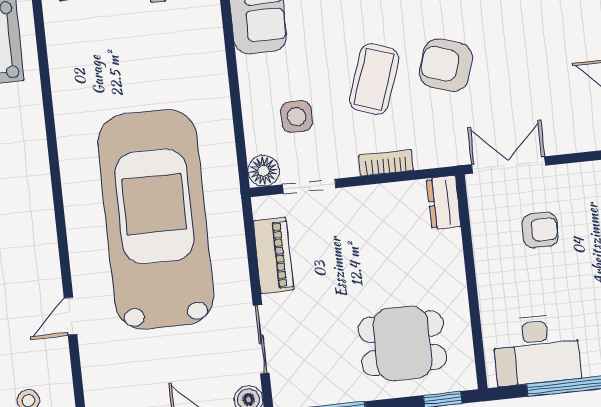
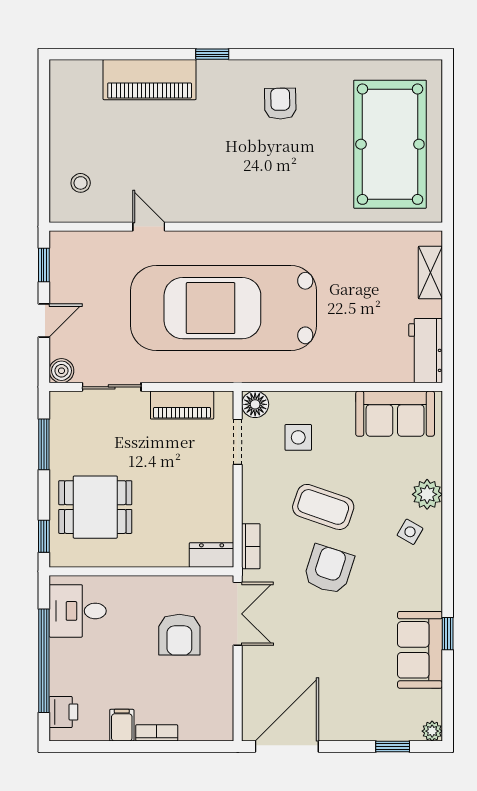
bookcase: (386, 163) -> (251, 546), moved
car: (156, 219) -> (224, 308), turned 180
armchair: (540, 230) -> (179, 635), width x1.38, depth x1.38
dining table: (402, 343) -> (95, 507), turned 90
desk: (536, 350) -> (78, 611), width x0.73

